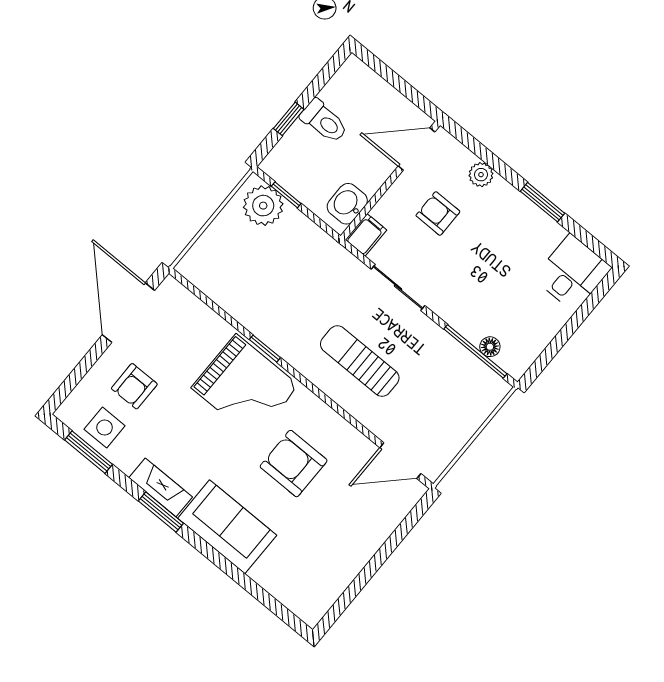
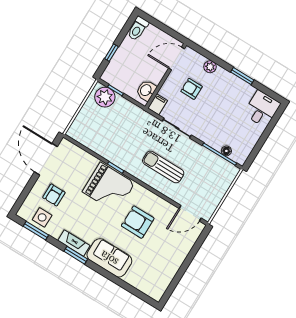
toilet: (324, 121) -> (138, 29), moved, turned 90

